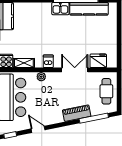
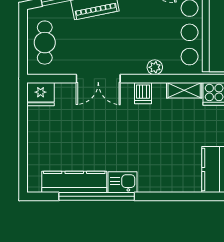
fridge: (98, 61) -> (41, 94), moved

